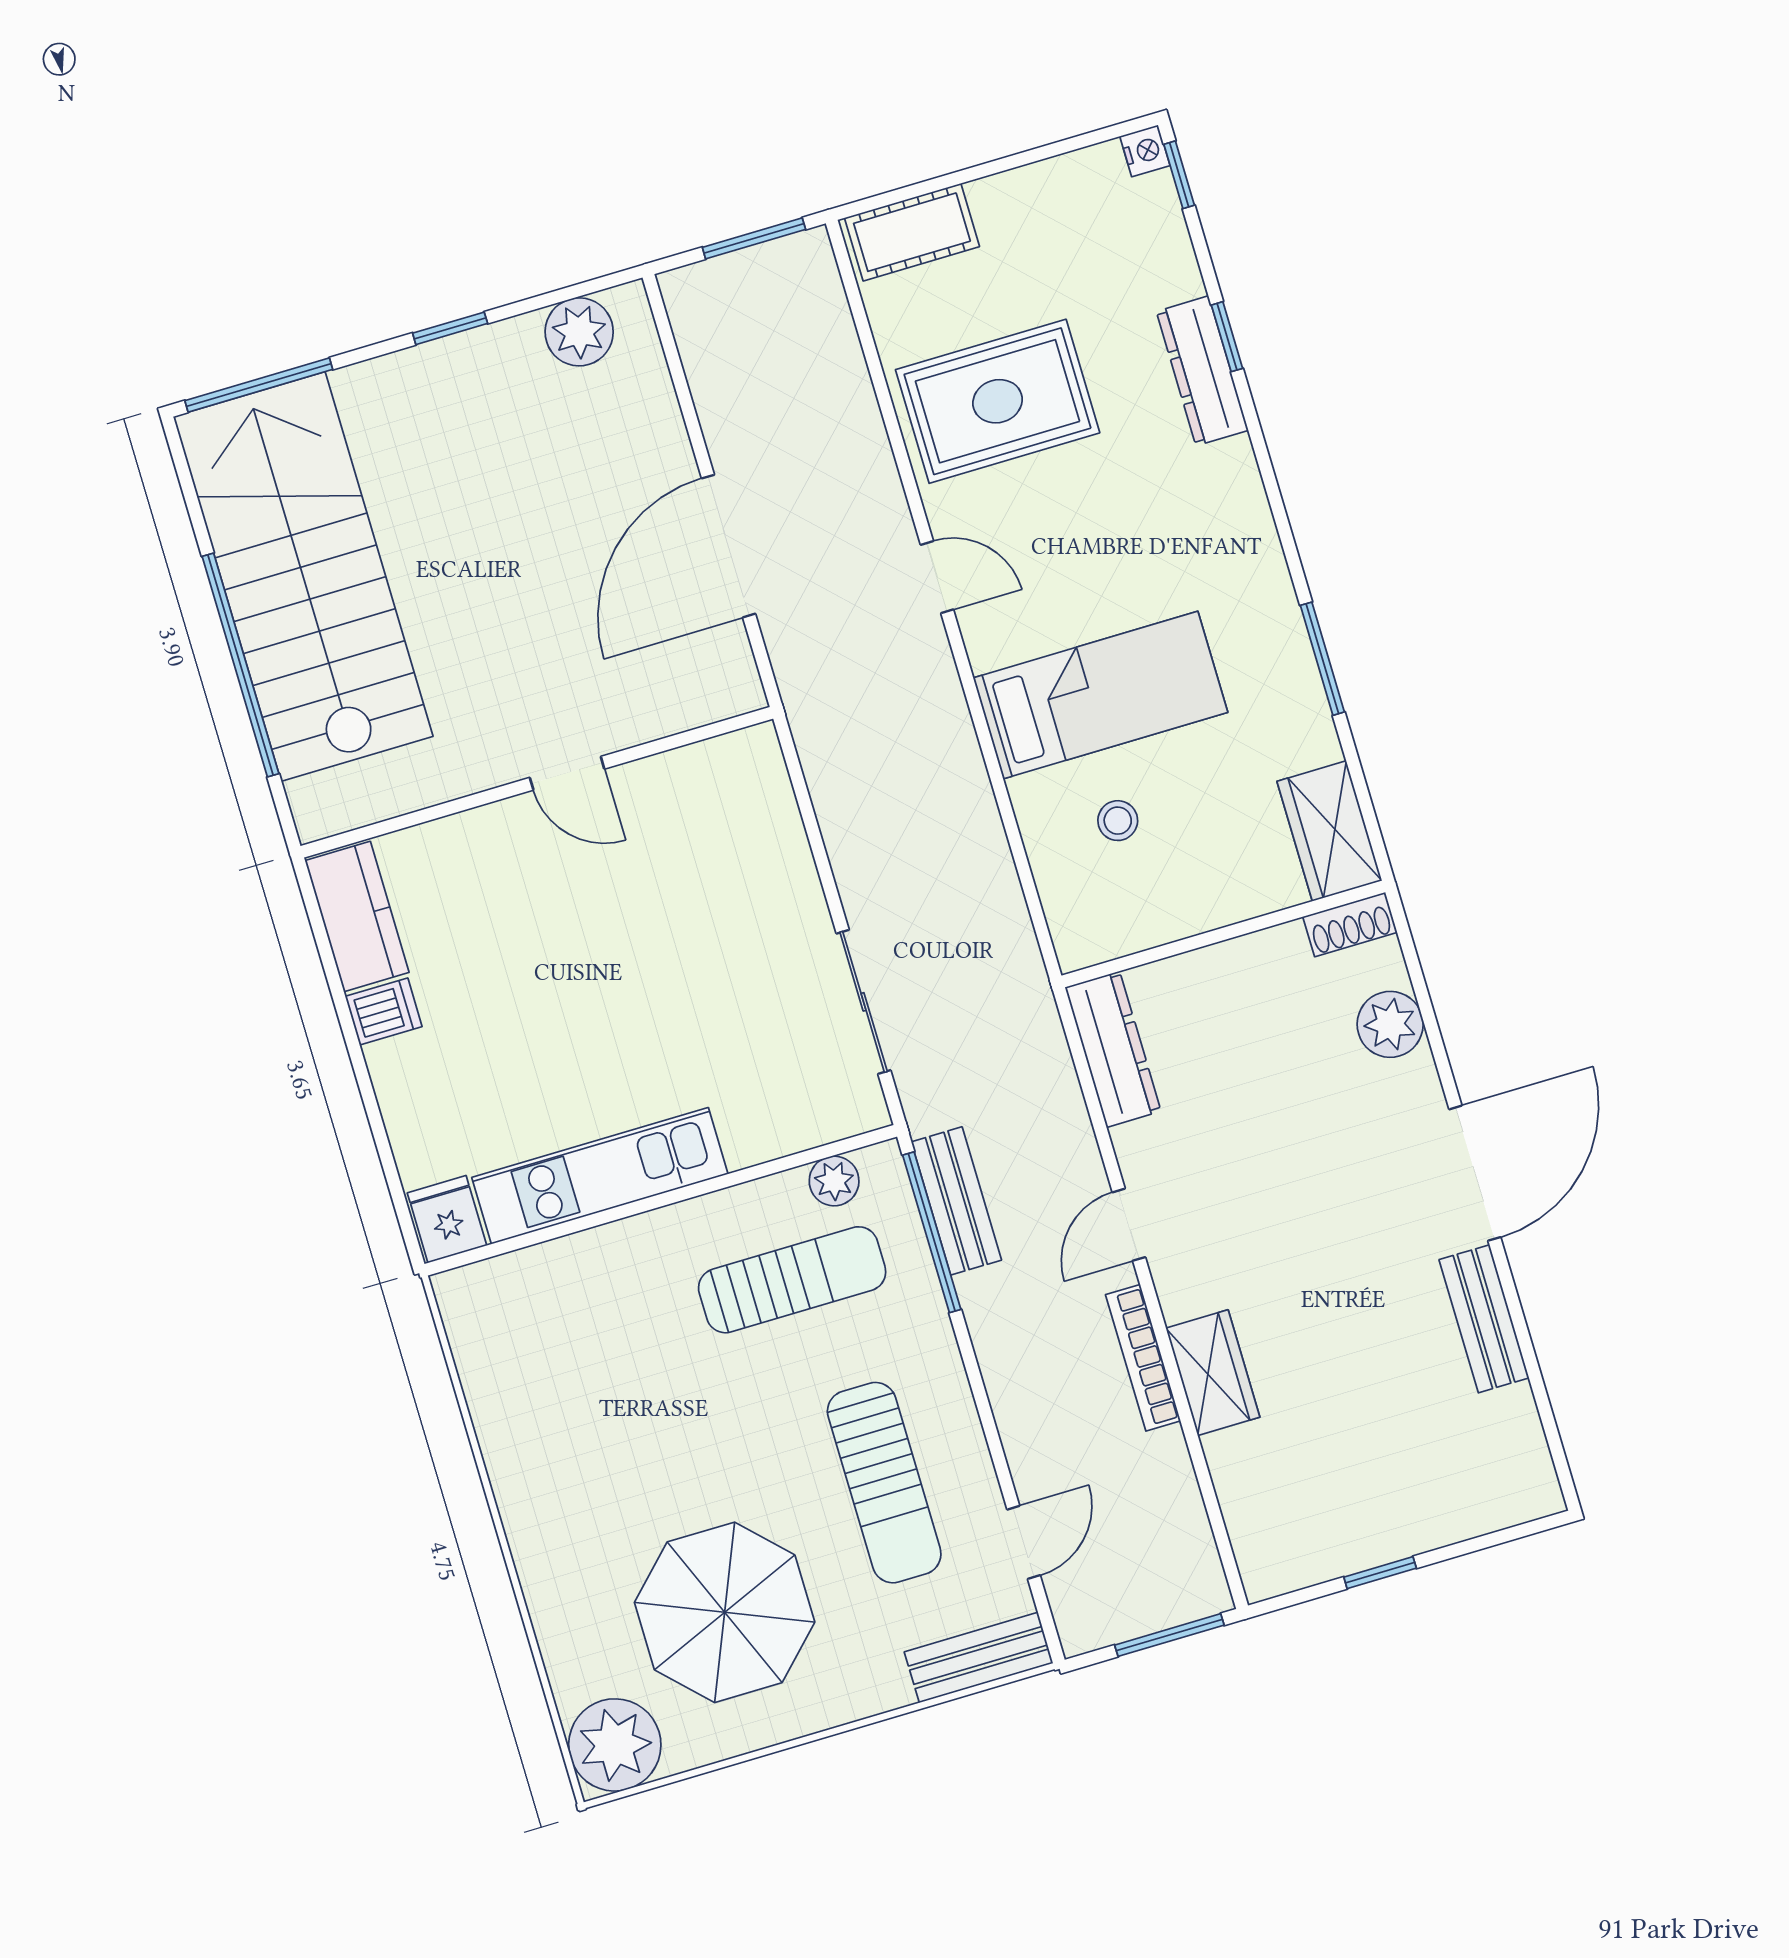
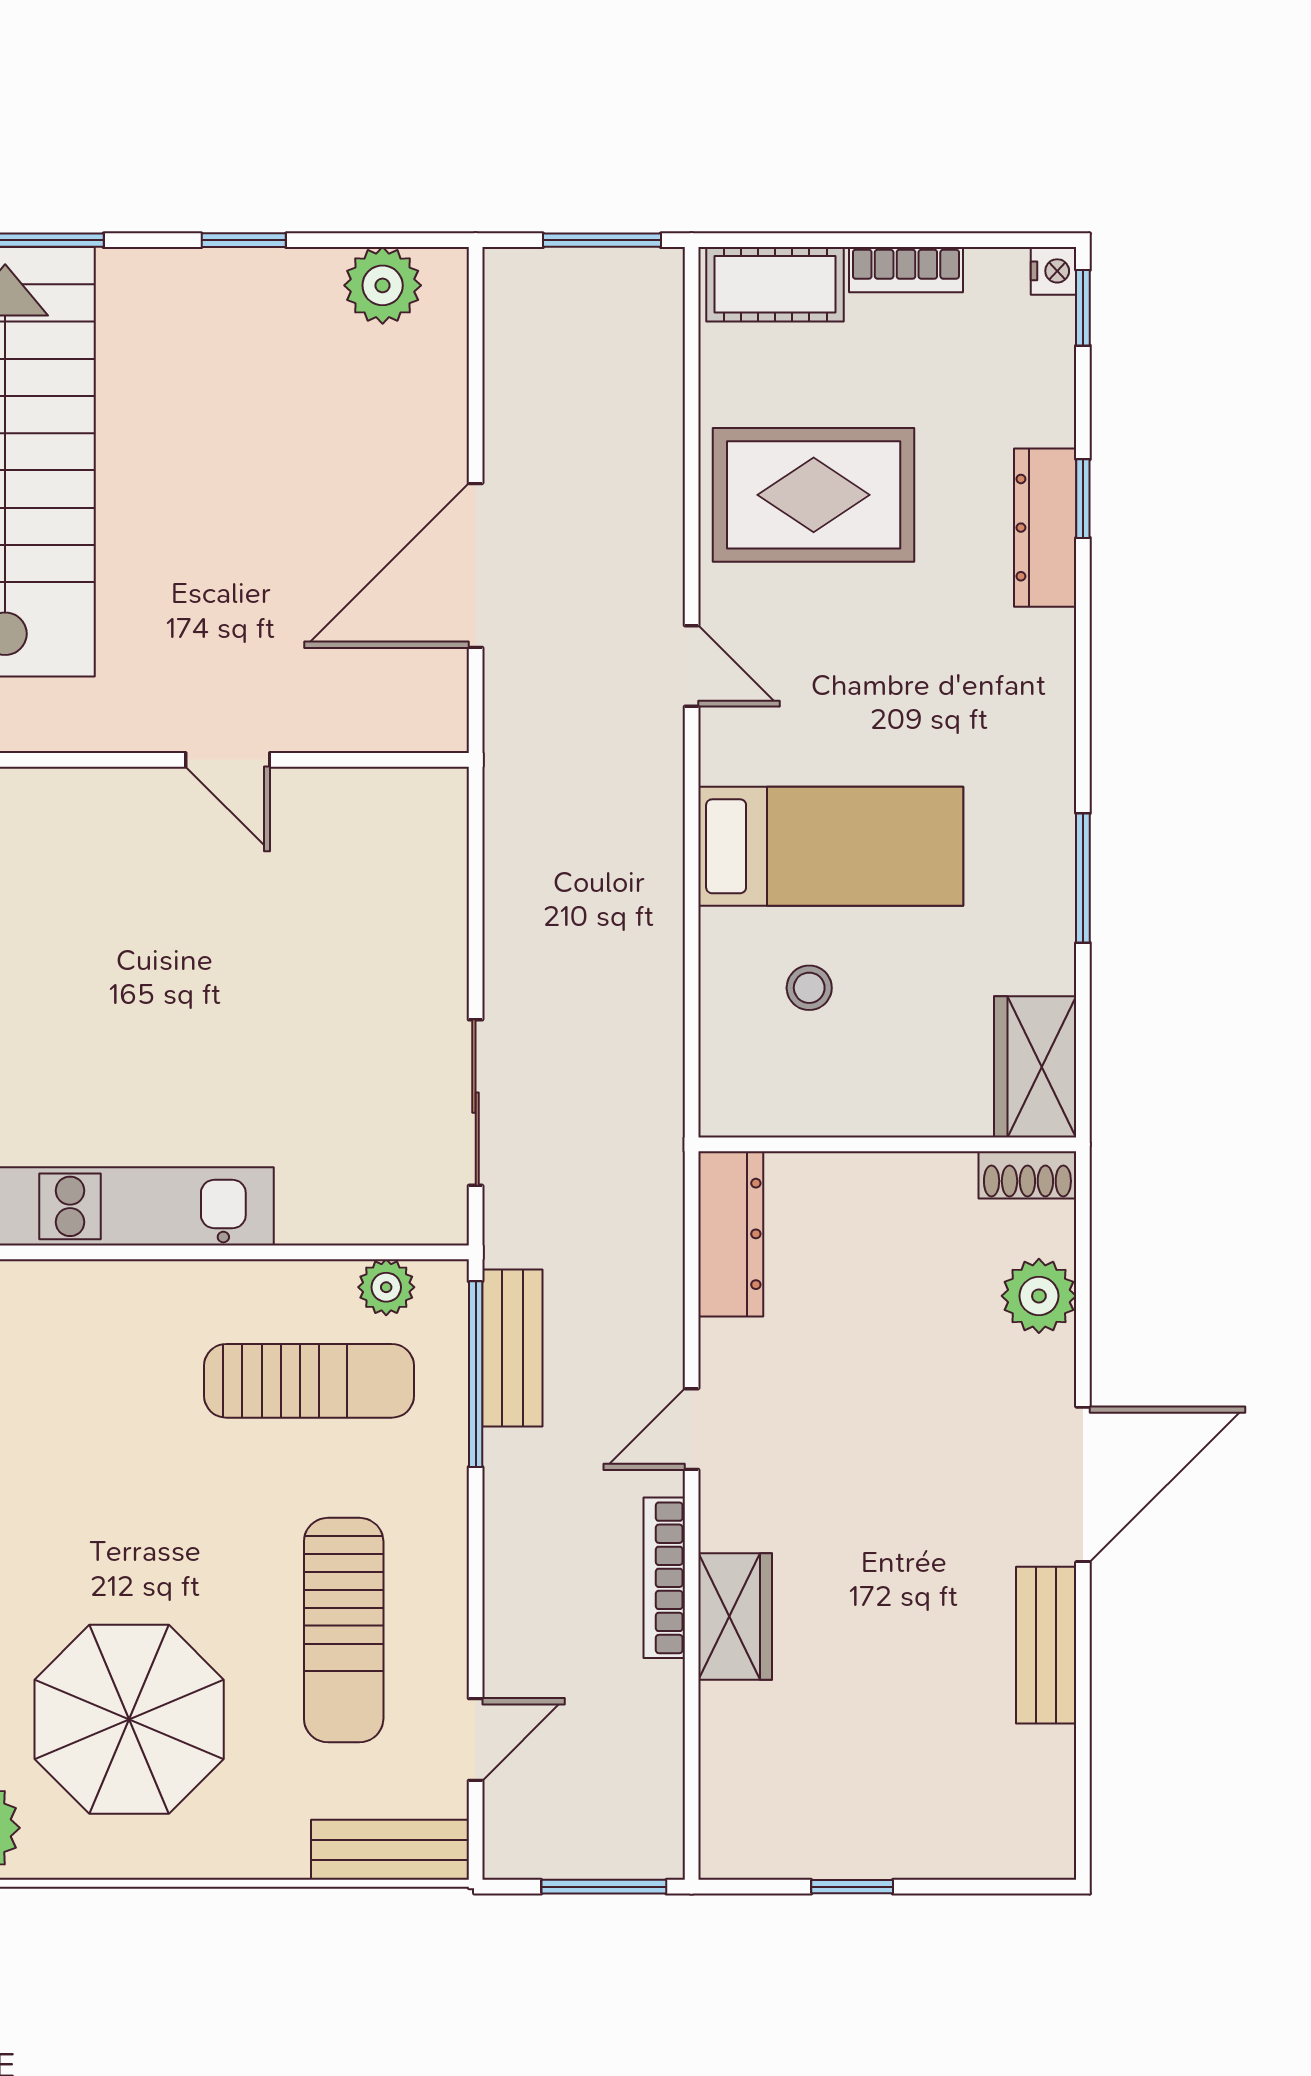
bookcase: (1019, 187) -> (906, 270), added

